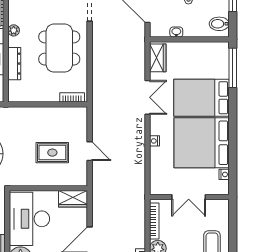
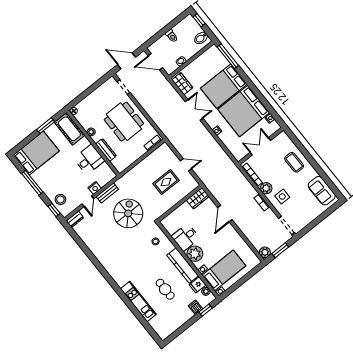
double door: (189, 197) -> (260, 146), swing flipped
desk: (29, 219) -> (186, 237), width x0.53, depth x0.77

